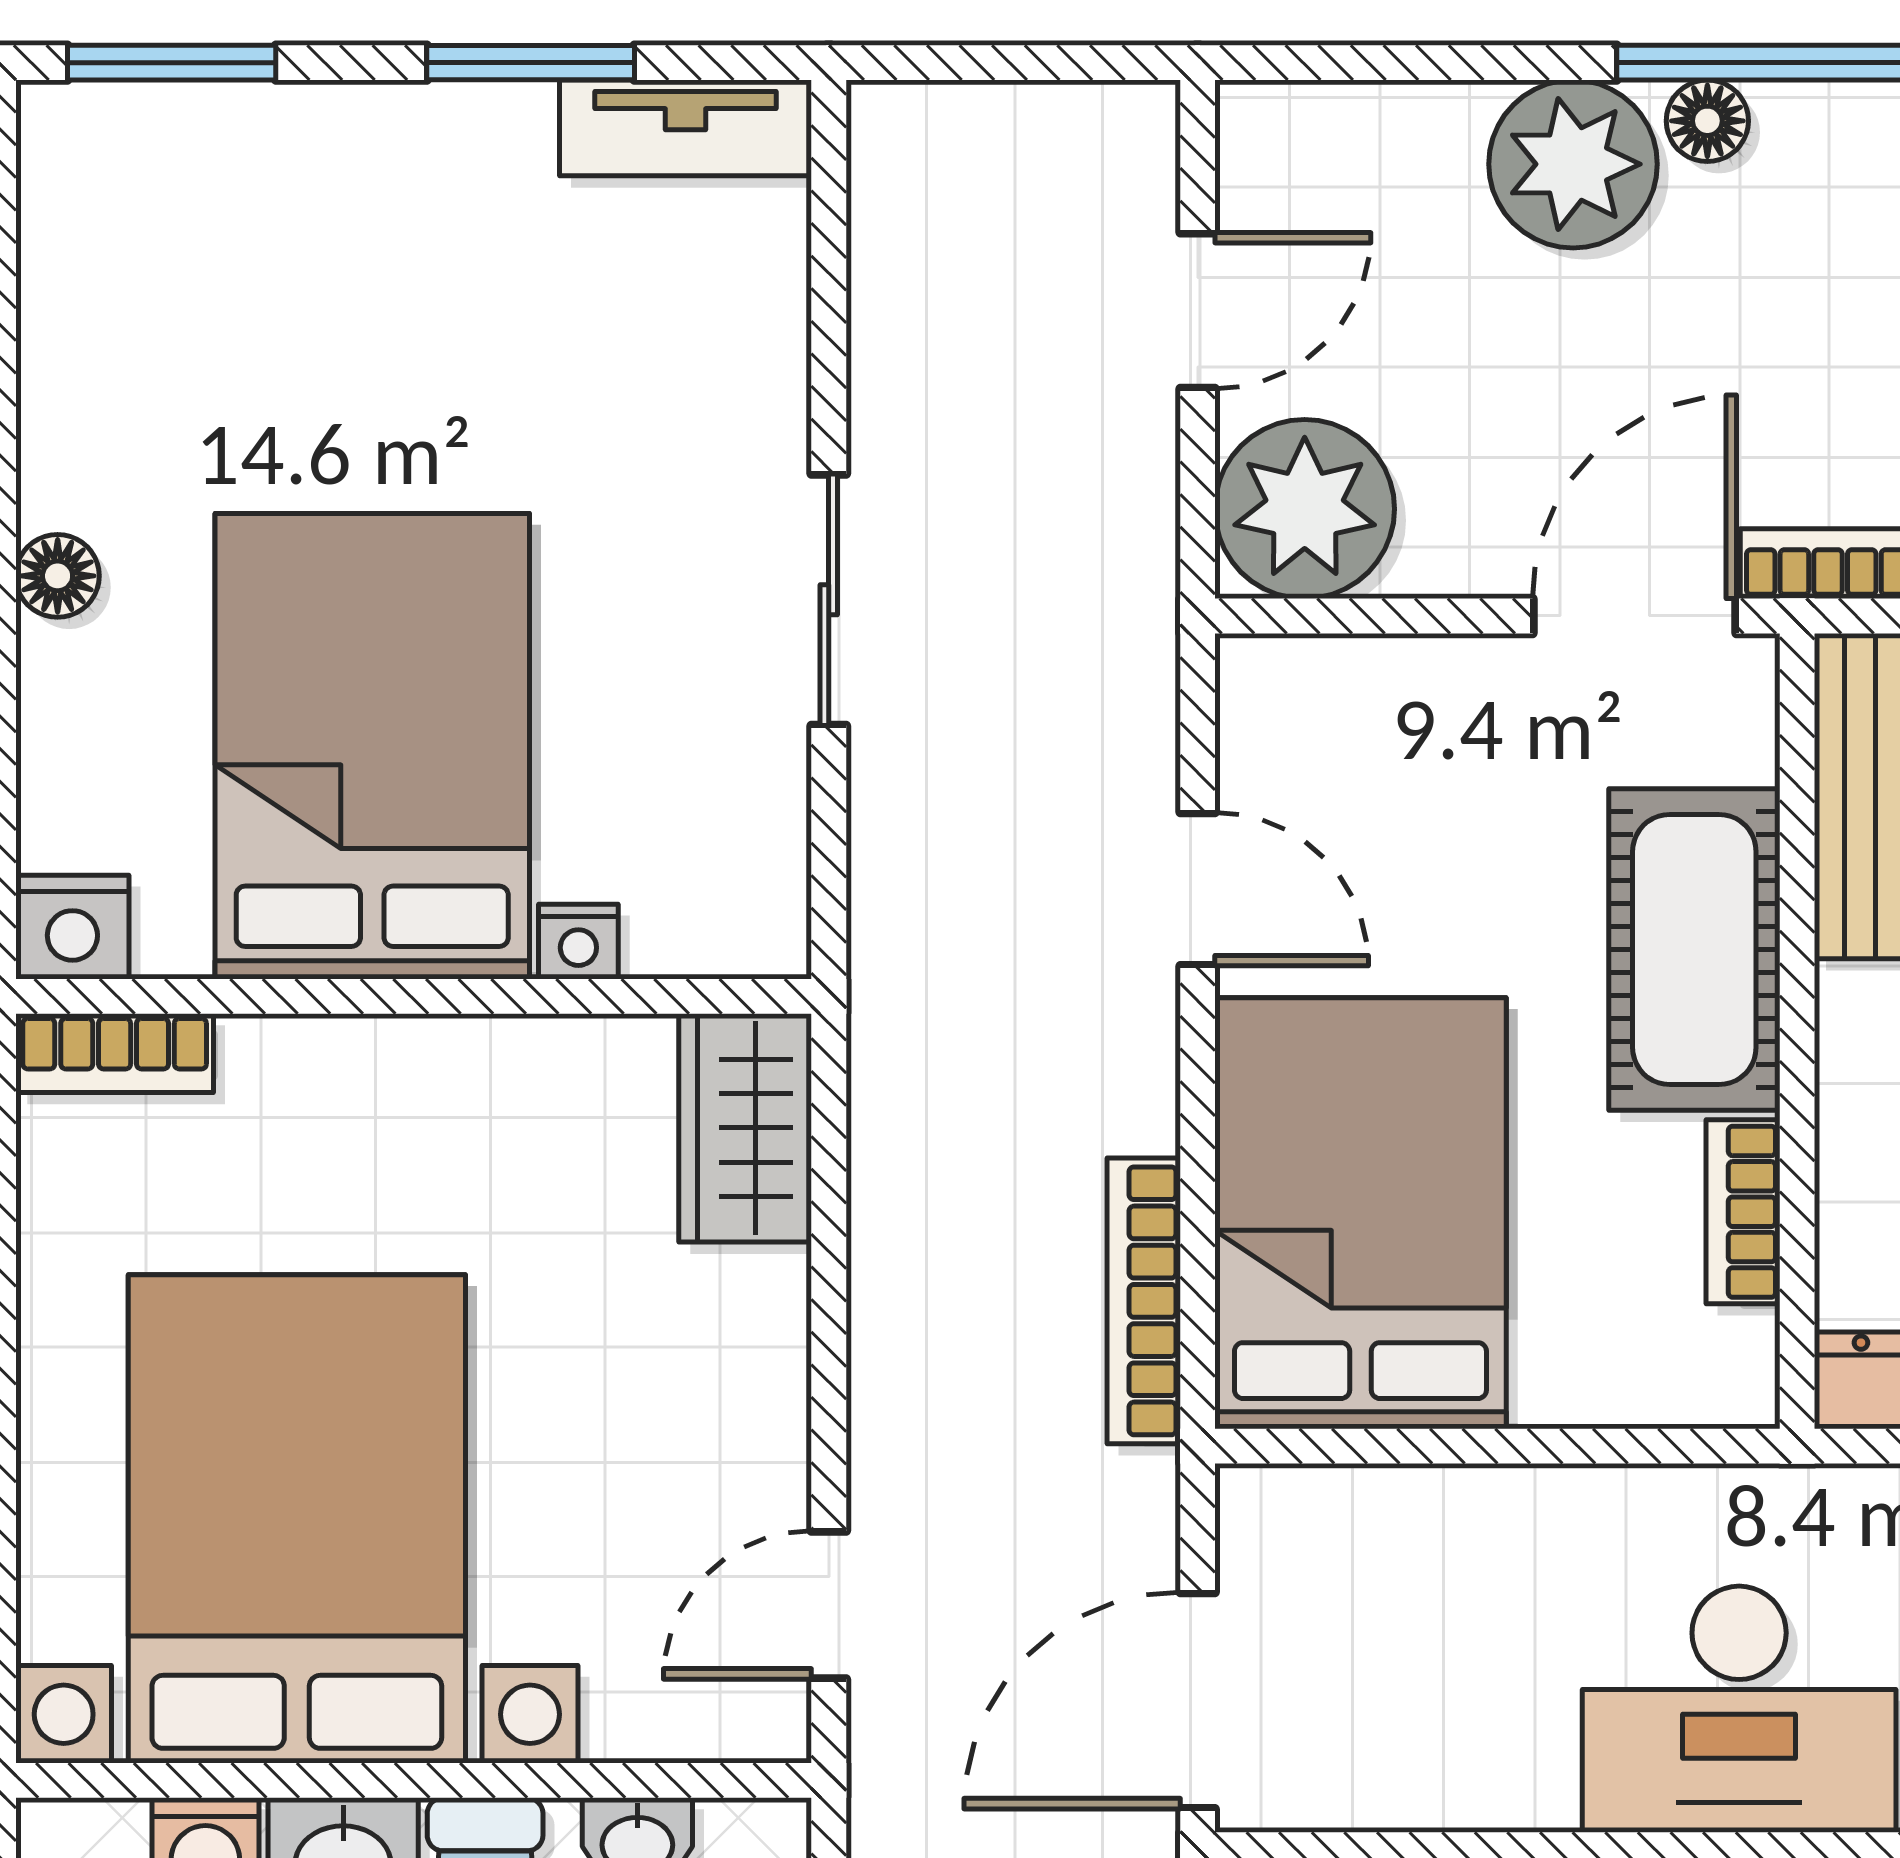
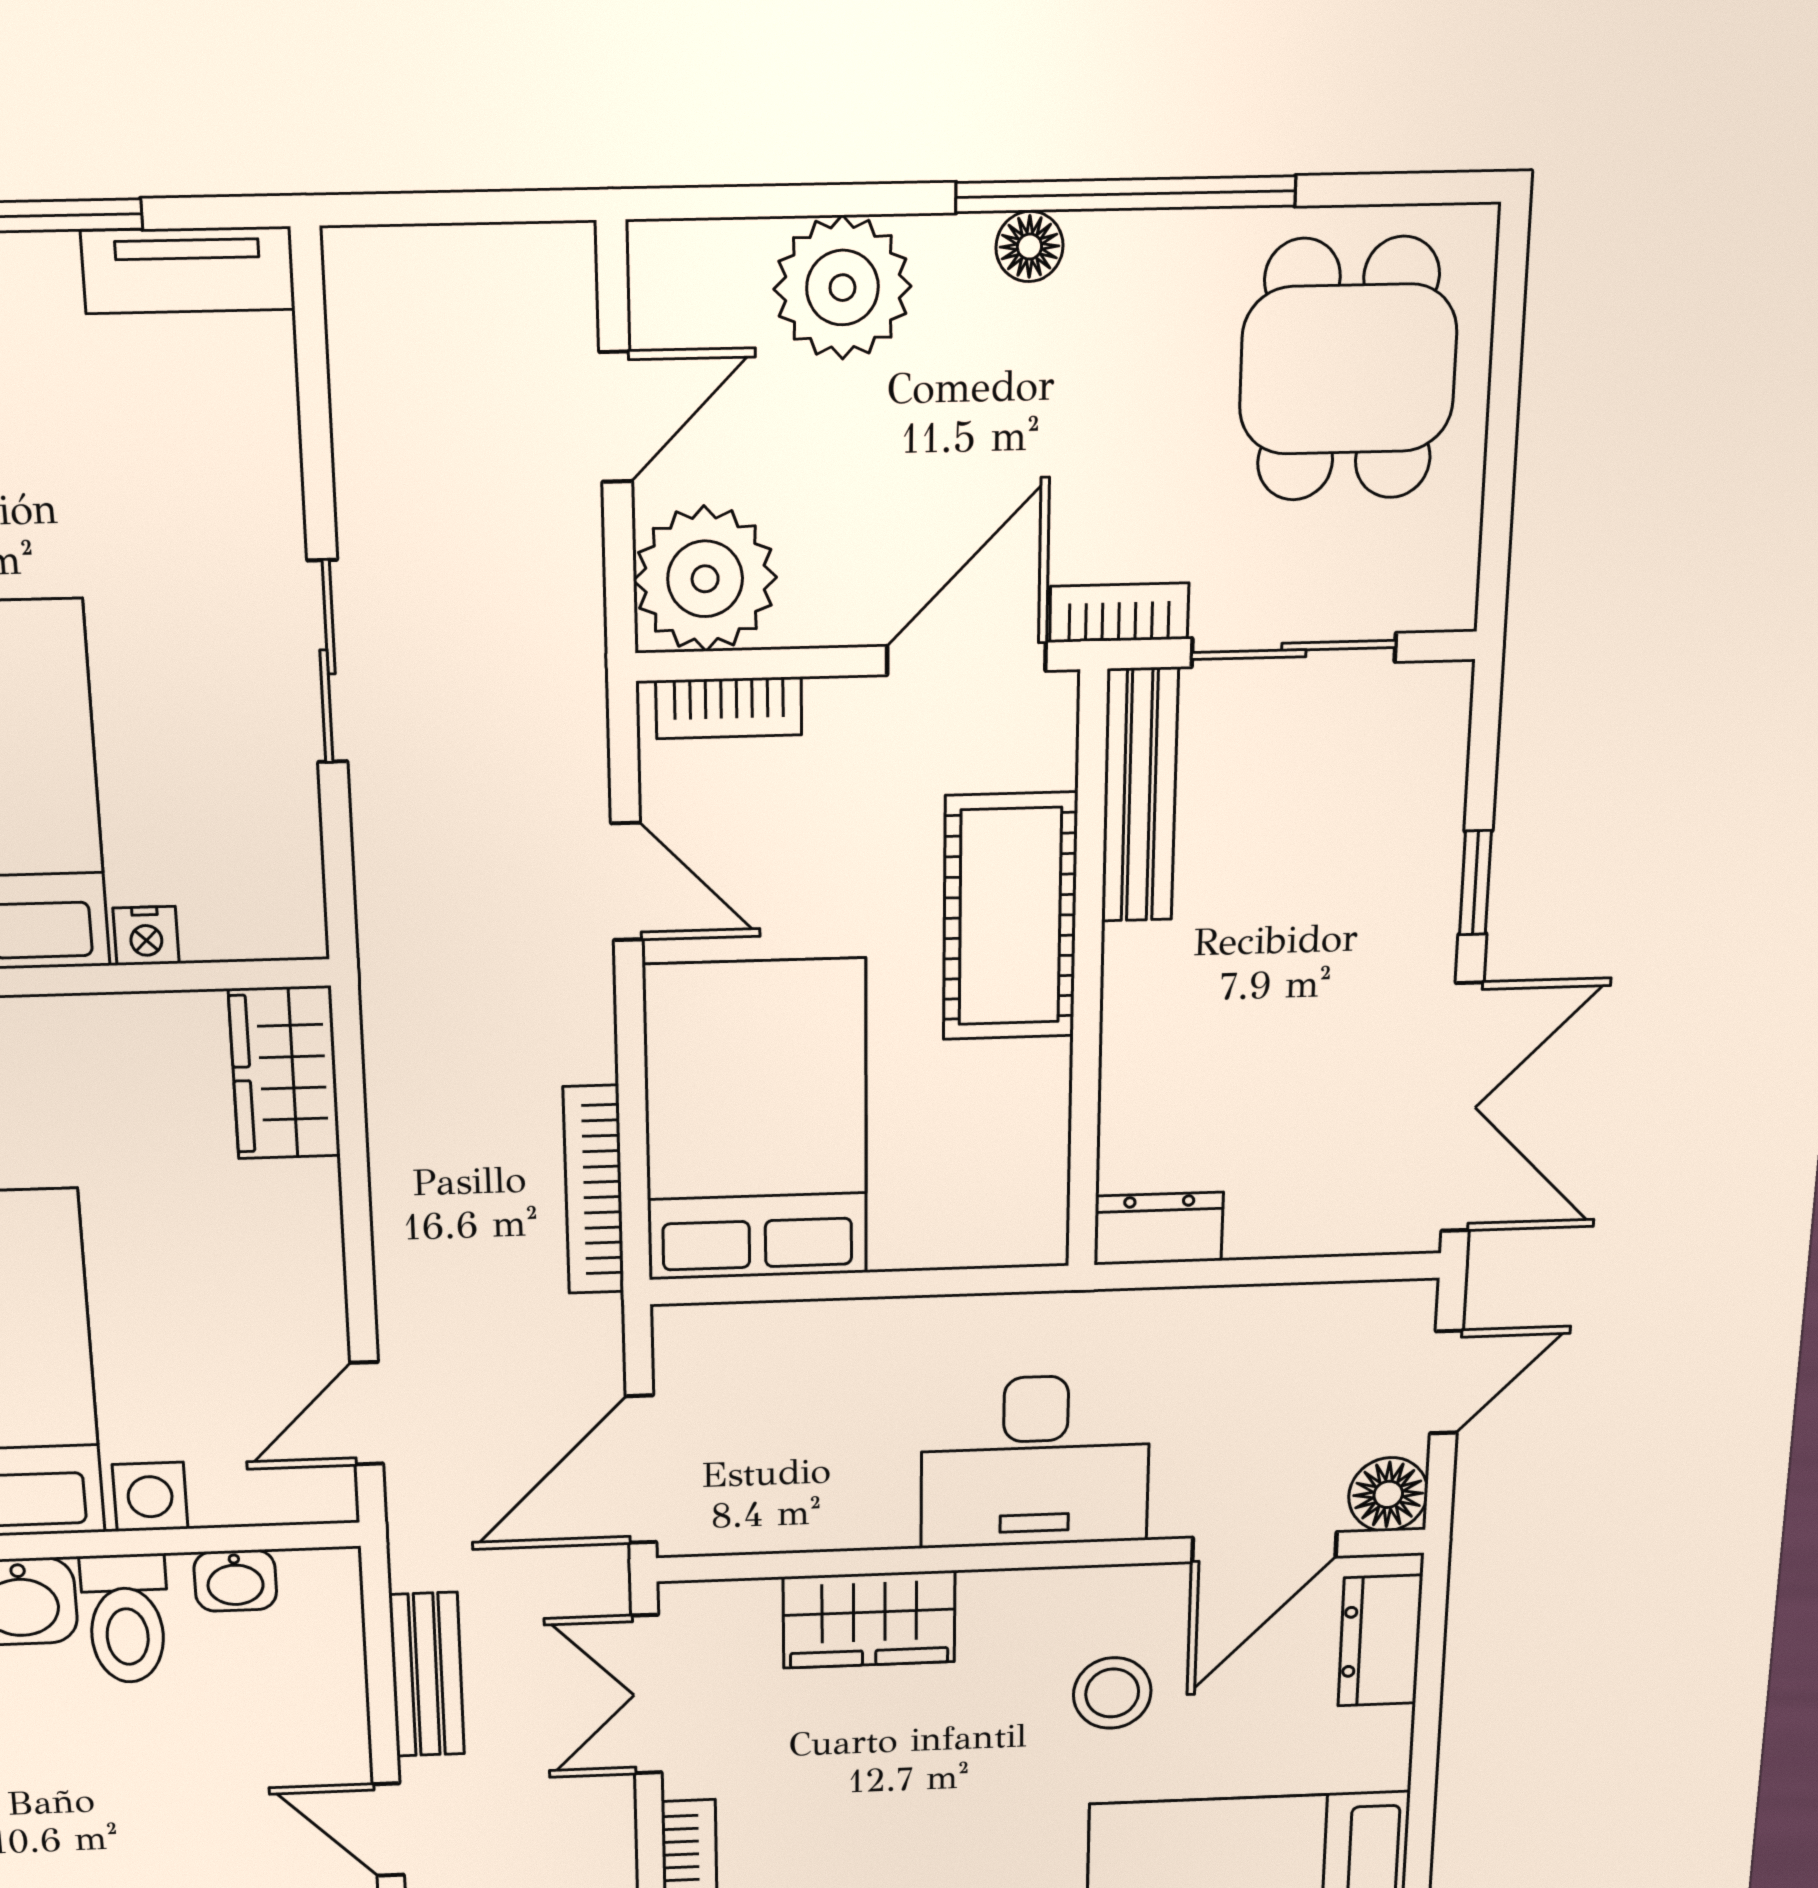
plant: (1573, 164) -> (842, 288), moved
bookcase: (1743, 1212) -> (729, 708), moved, turned -90

